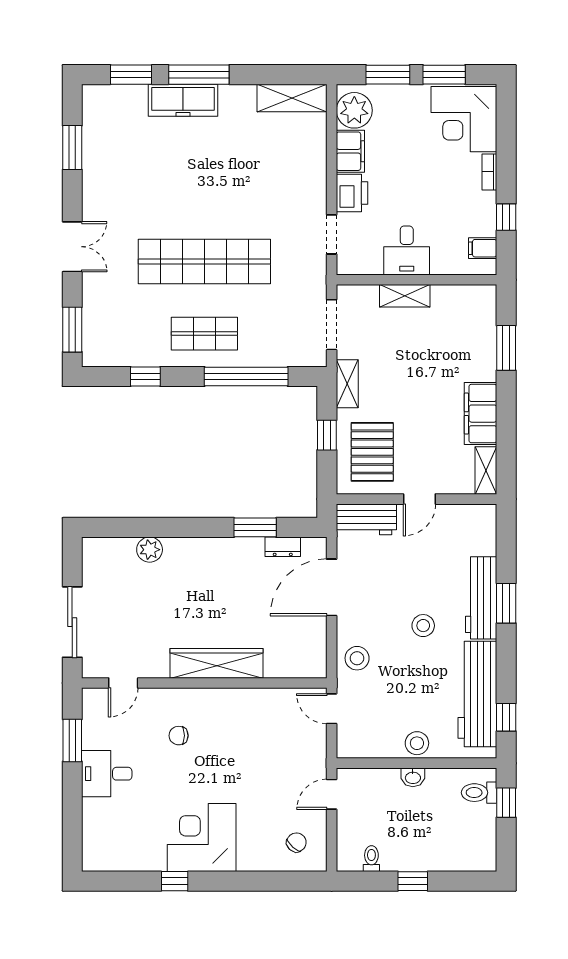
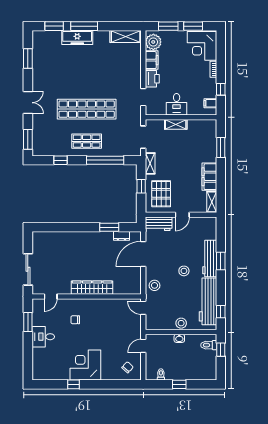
plant: (150, 550) -> (62, 237), removed

